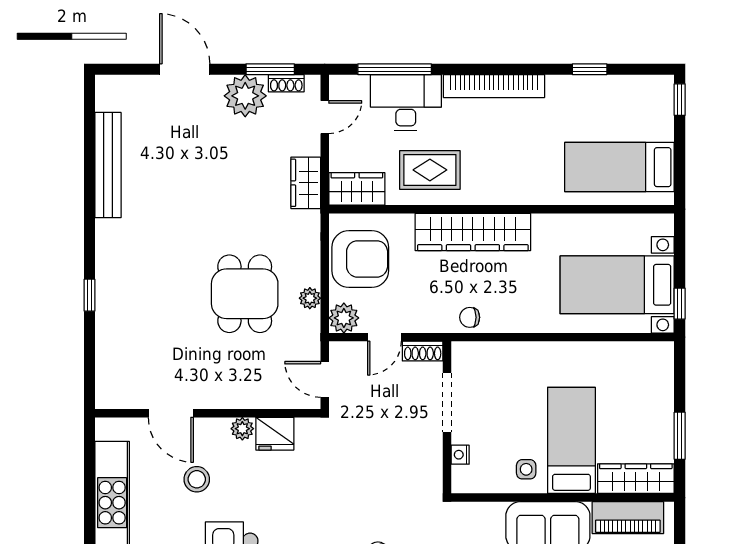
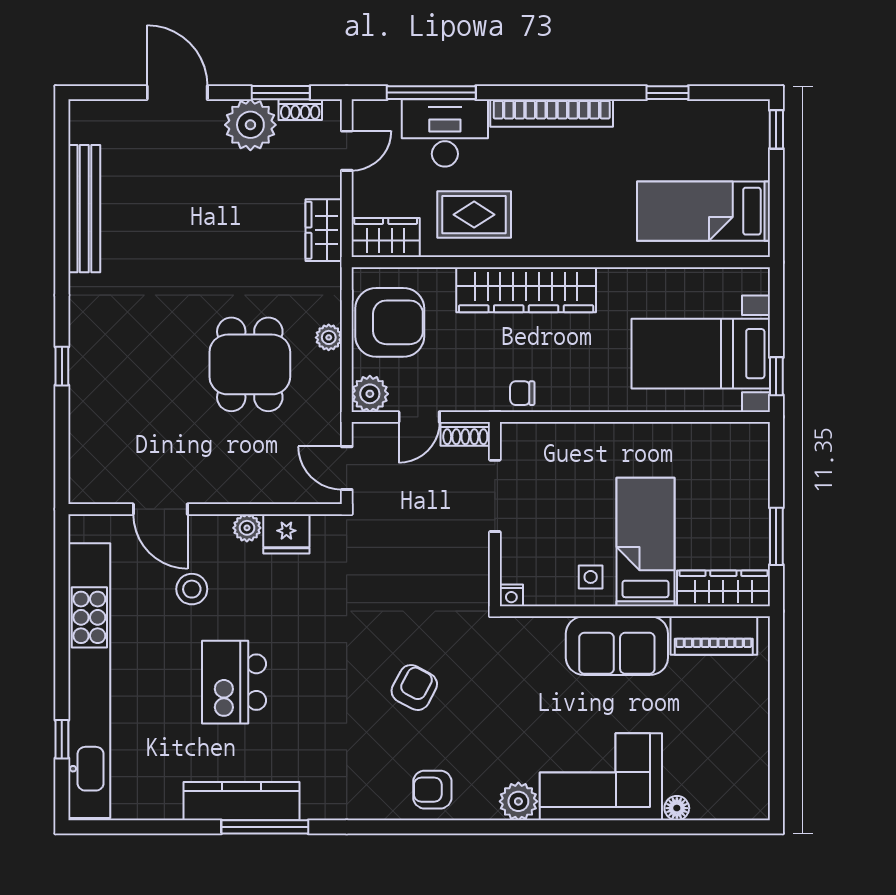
plant: (310, 298) -> (329, 337), moved
nightstand: (460, 455) -> (511, 595), moved, turned -90

